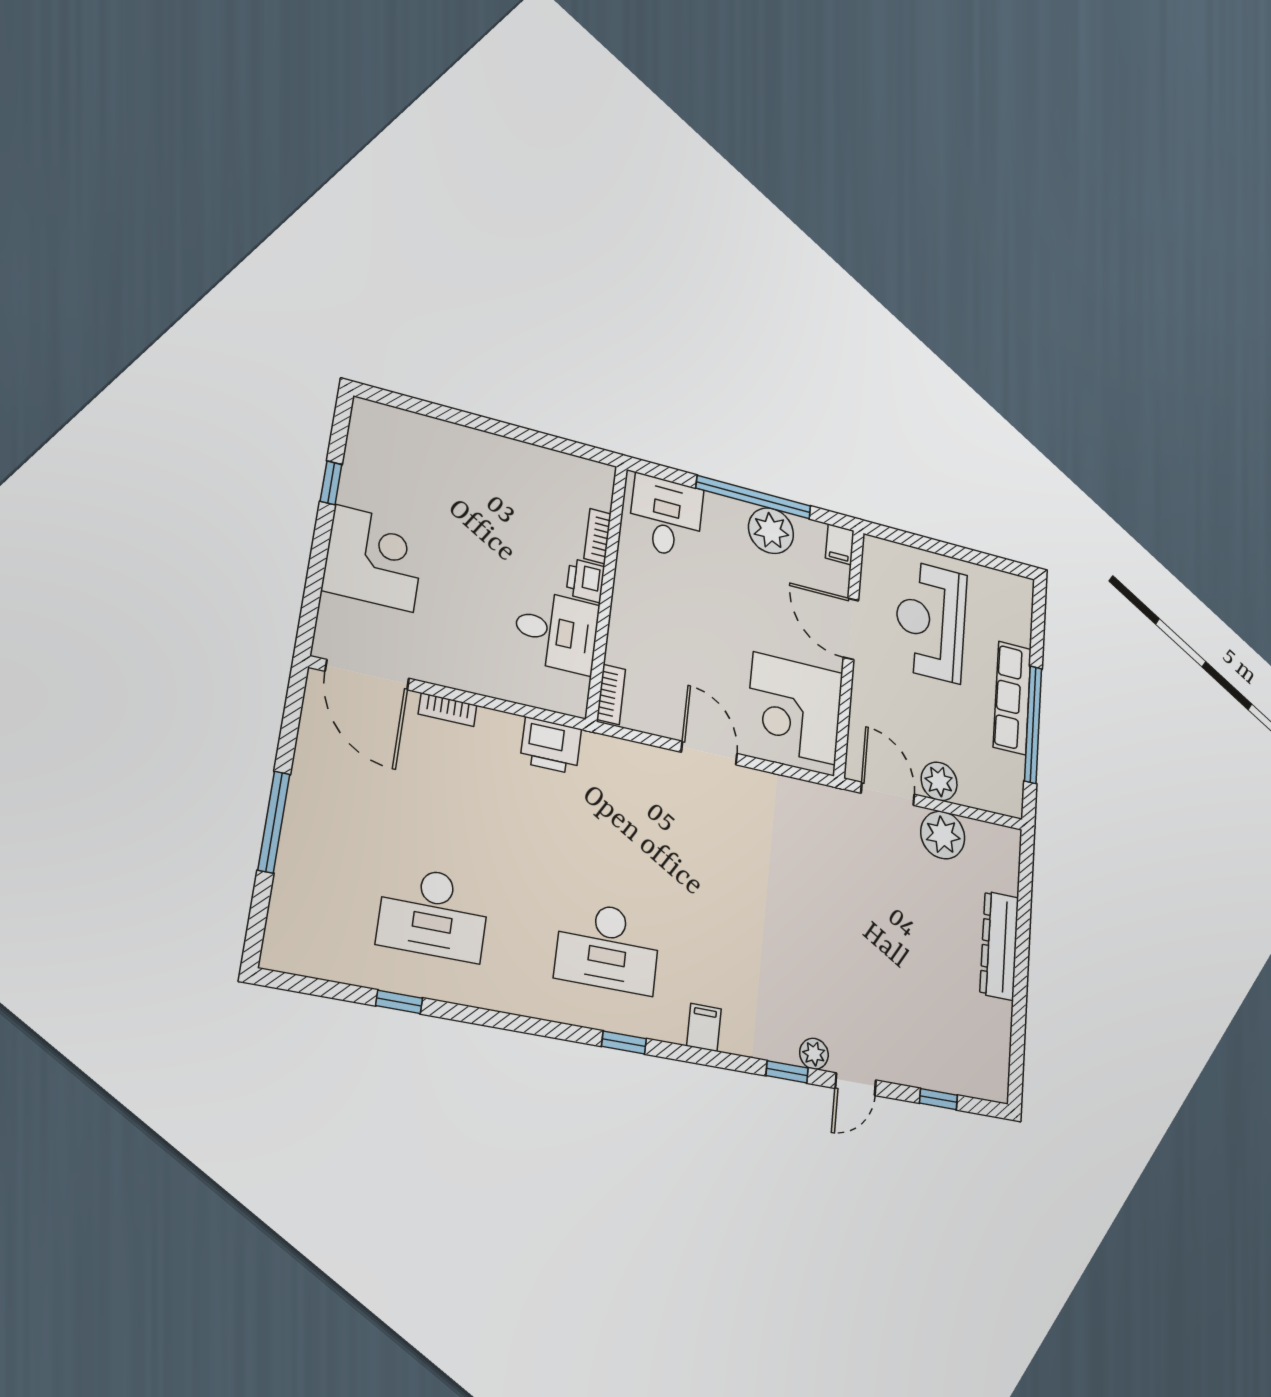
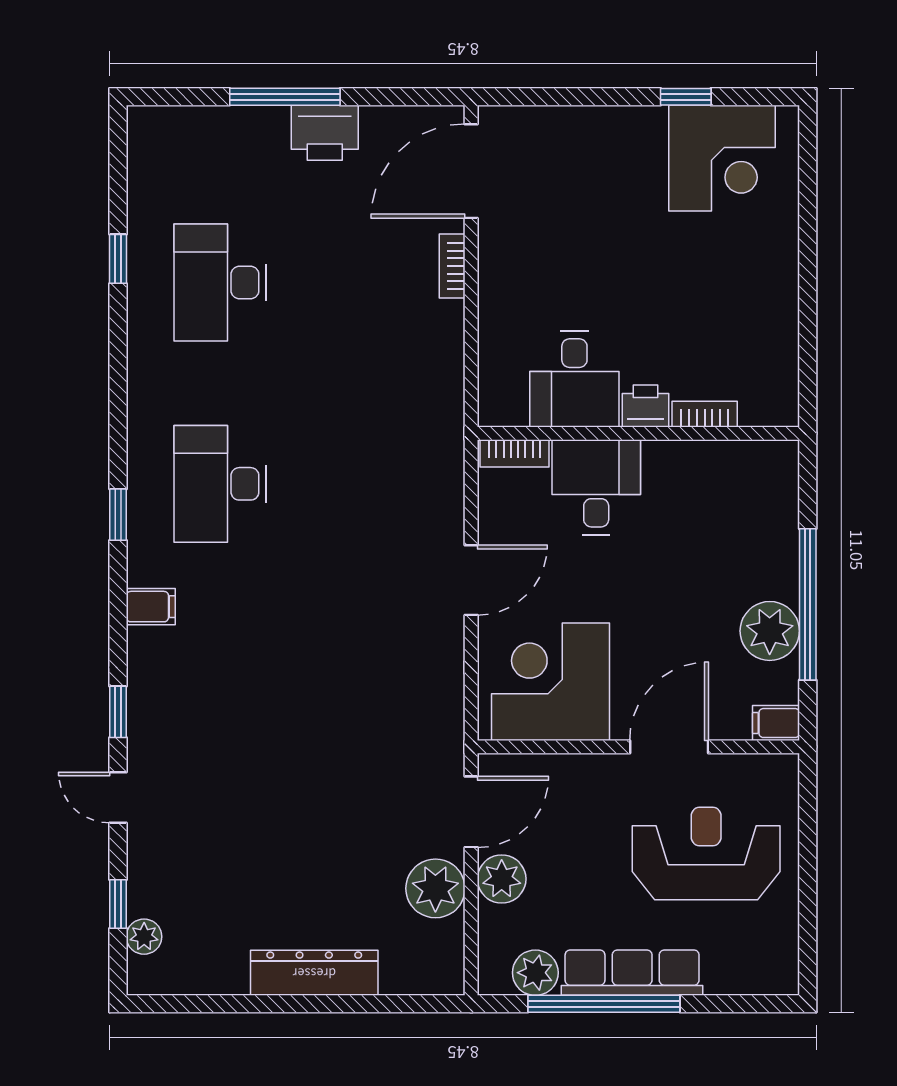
desk: (666, 517) -> (596, 487), moved, turned -90
corner desk: (374, 558) -> (722, 158), moved
printer: (551, 746) -> (325, 133), moved, turned -90
plant: (1008, 771) -> (535, 973), added
plant: (814, 1054) -> (144, 937), moved

